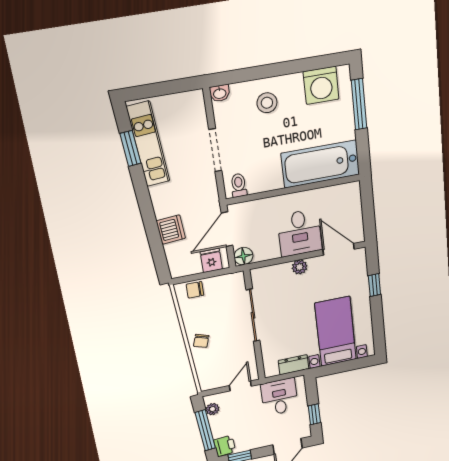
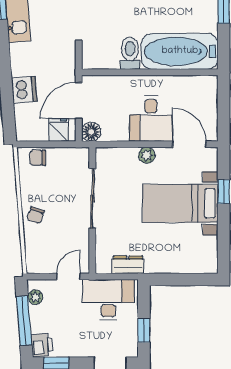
toilet: (239, 185) -> (130, 53), moved, width x1.37, depth x1.39
bed with nightstands: (336, 331) -> (180, 203), moved, turned -90
desk: (279, 397) -> (108, 300), width x1.37

